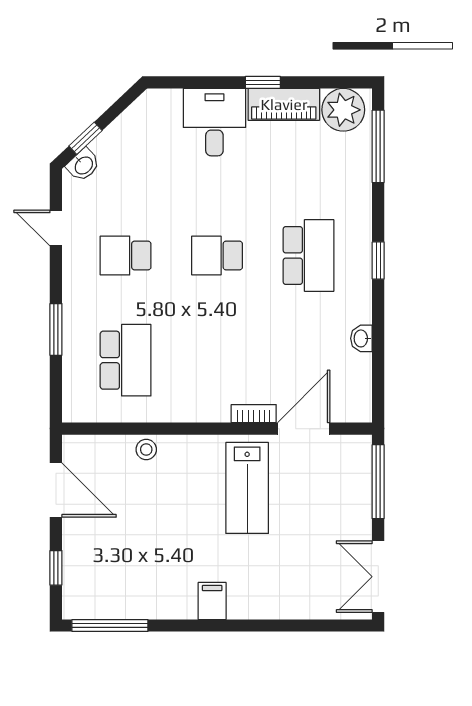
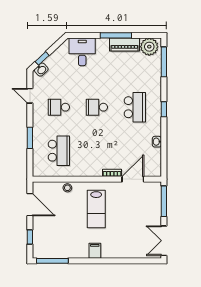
window: (263, 82) -> (116, 35), width x2.17
desk: (214, 122) -> (82, 52), moved
lab bench: (247, 488) -> (96, 209), moved

